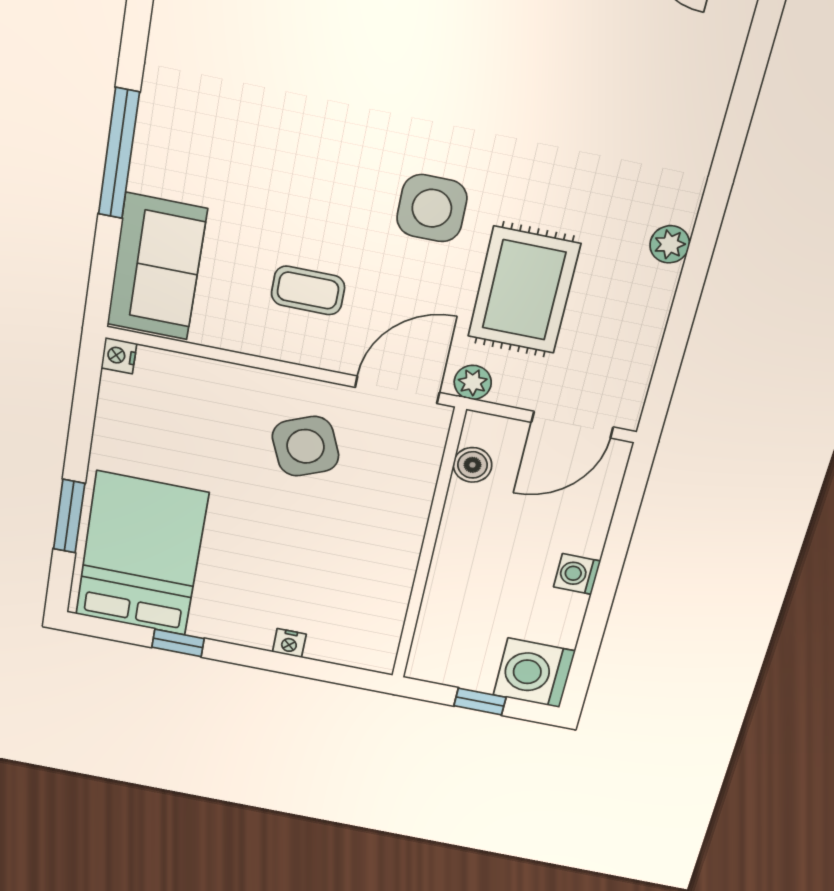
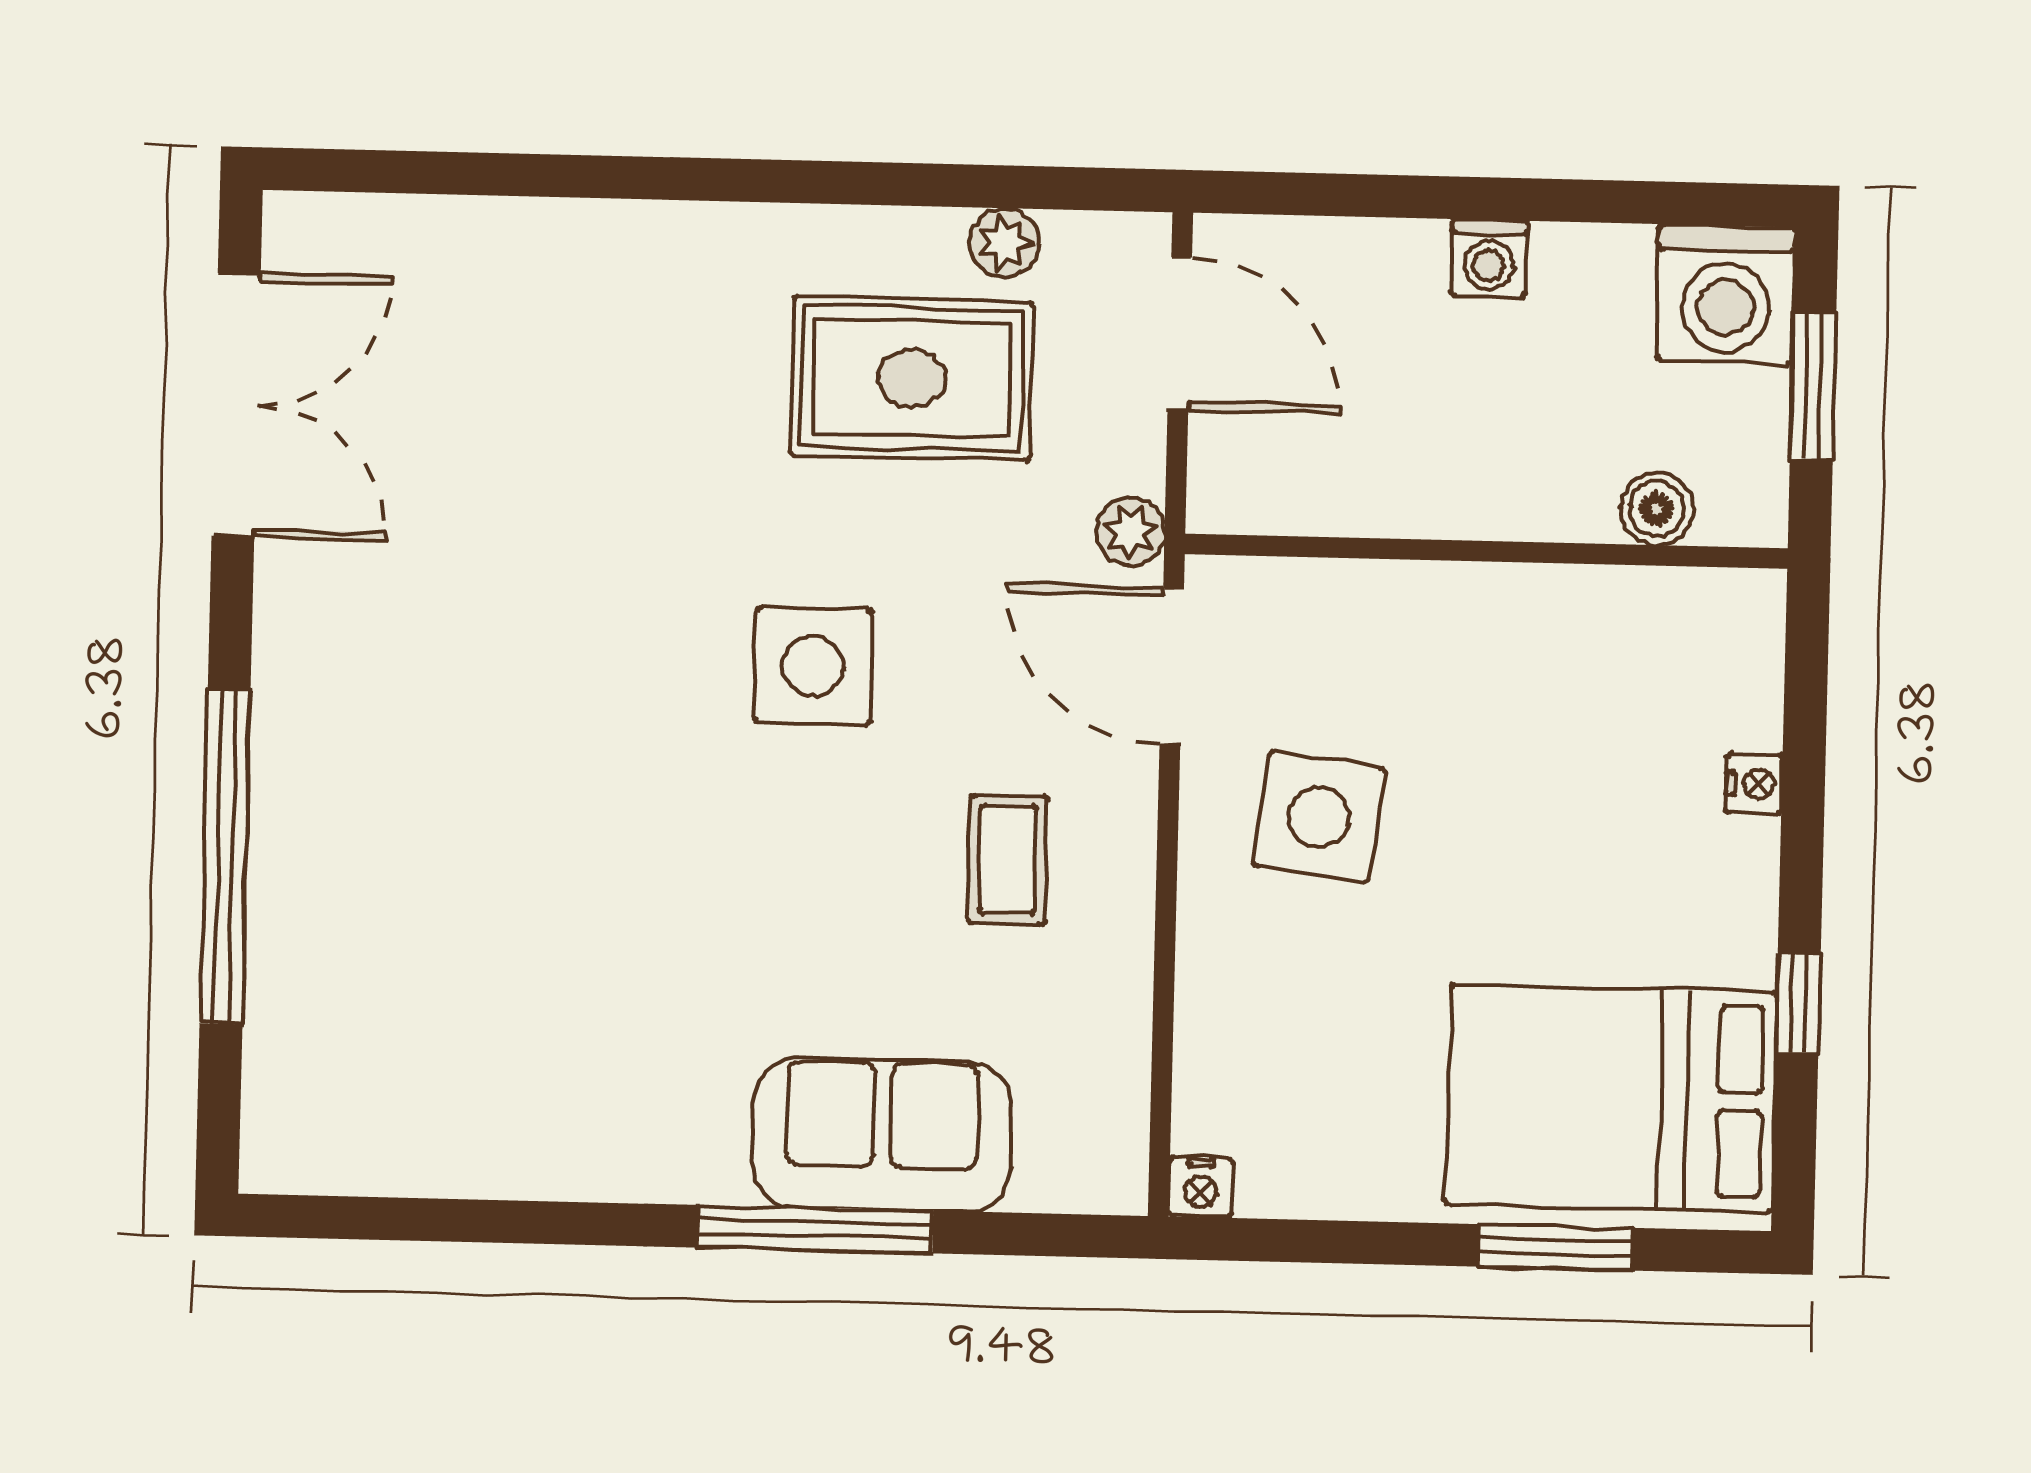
plant: (670, 244) -> (1004, 243), moved
sofa: (157, 267) -> (882, 1135), moved
rug: (524, 290) -> (912, 378), moved
side table: (306, 446) -> (1319, 817), turned 30
boiler: (473, 465) -> (1657, 509), moved
window: (480, 702) -> (1813, 386), width x1.50

